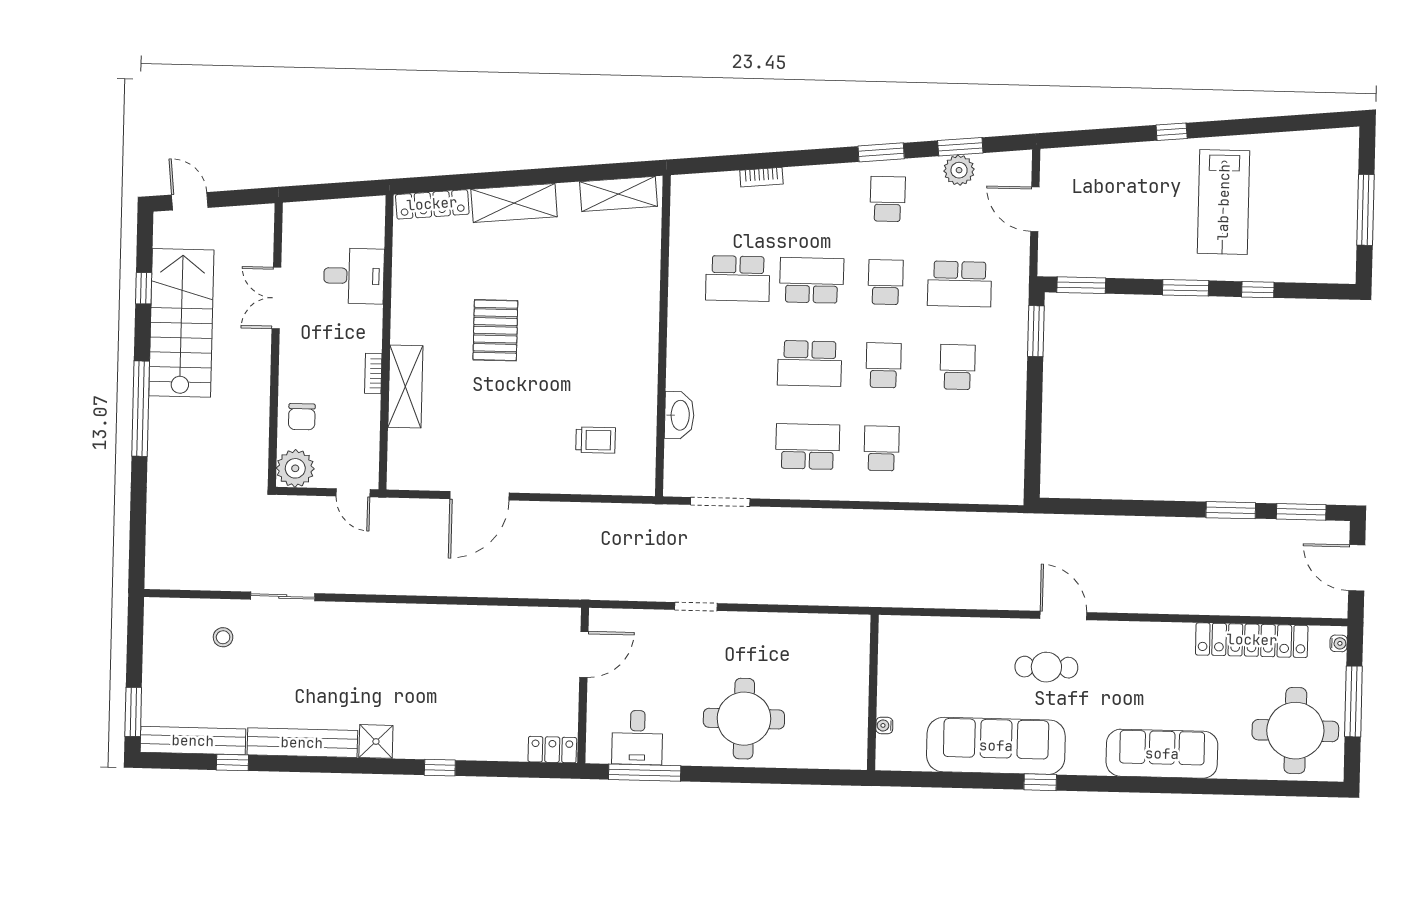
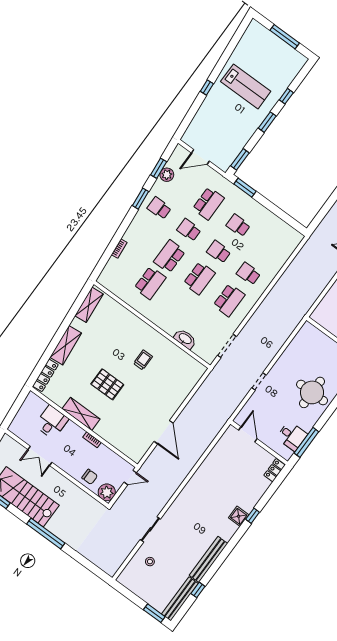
shelving: (405, 386) -> (81, 414), moved
trolley: (596, 440) -> (143, 360), moved
school desk: (808, 447) -> (229, 300), turned 180
shower: (376, 741) -> (239, 516), moved

